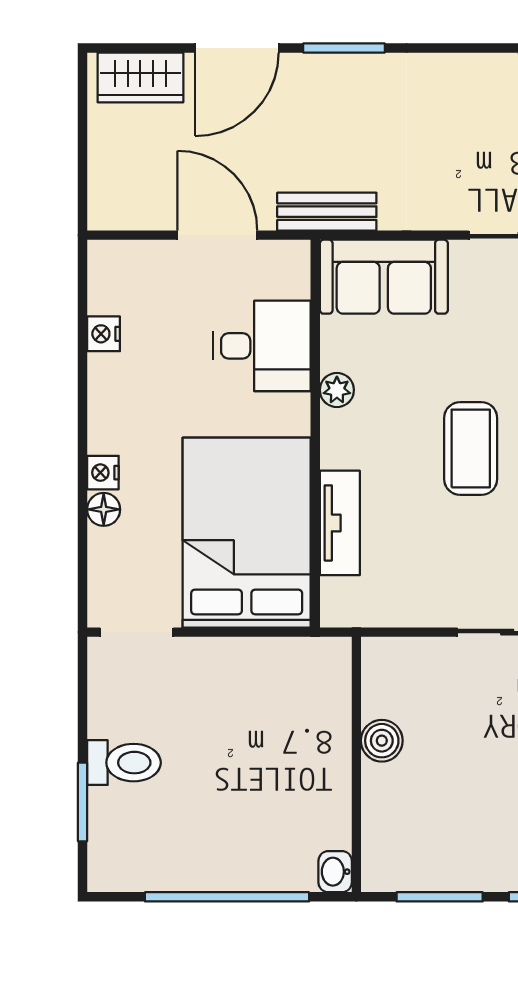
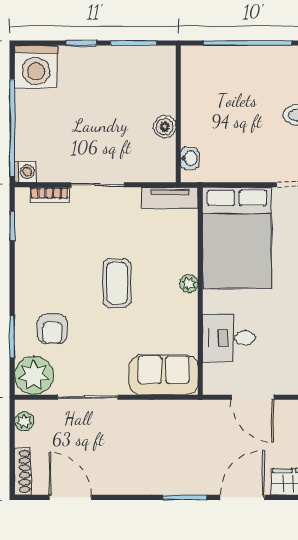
bench: (327, 212) -> (194, 410), removed
plant: (337, 390) -> (189, 284), moved
tv unit: (340, 523) -> (170, 198), moved, turned -90
washbasin: (335, 872) -> (190, 158), moved

